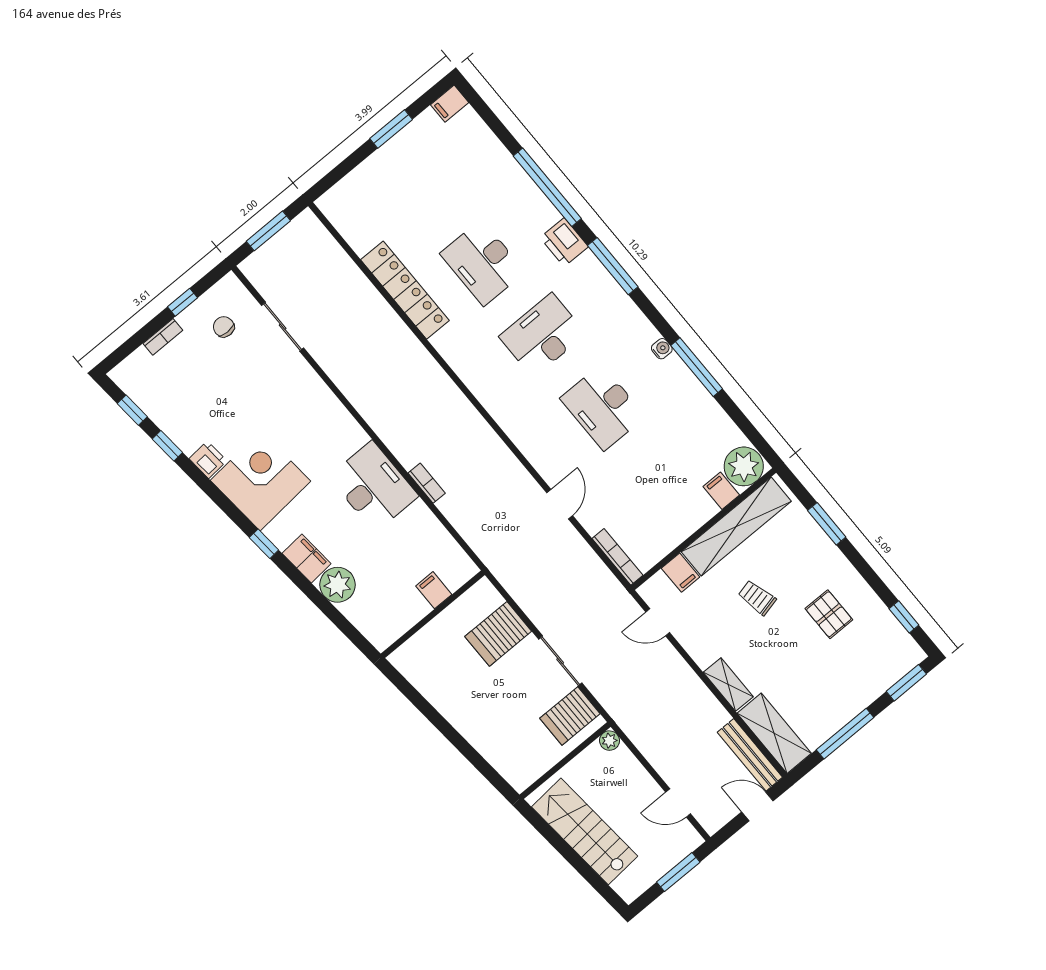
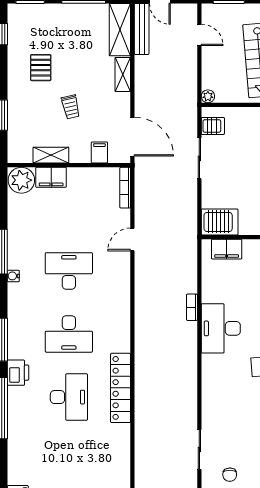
locker: (405, 290) -> (121, 388), moved
desk: (603, 408) -> (69, 271), turned -90
filing cabinet: (721, 491) -> (51, 177), width x2.00
shelving: (736, 526) -> (51, 155), width x0.45, depth x0.75
filing cabinet: (434, 590) -> (227, 249), width x2.00
door: (658, 622) -> (132, 137), width x1.87
server rack: (498, 634) -> (220, 222), moved
server rack: (570, 716) -> (213, 126), width x0.73, depth x0.70

